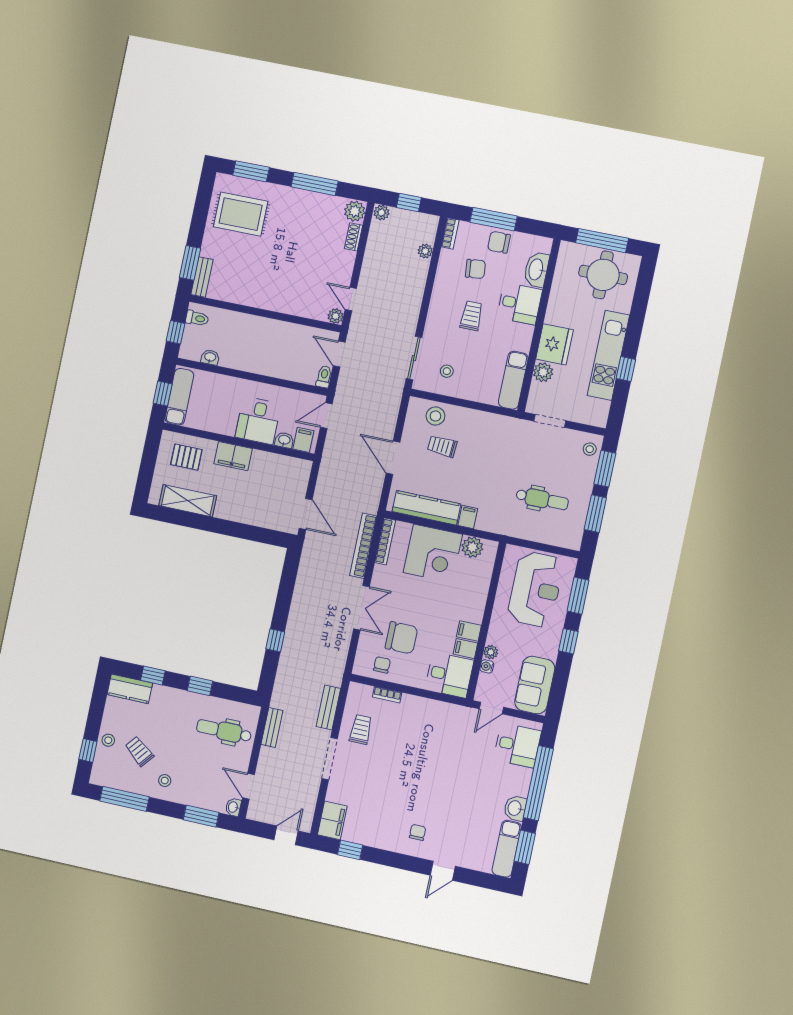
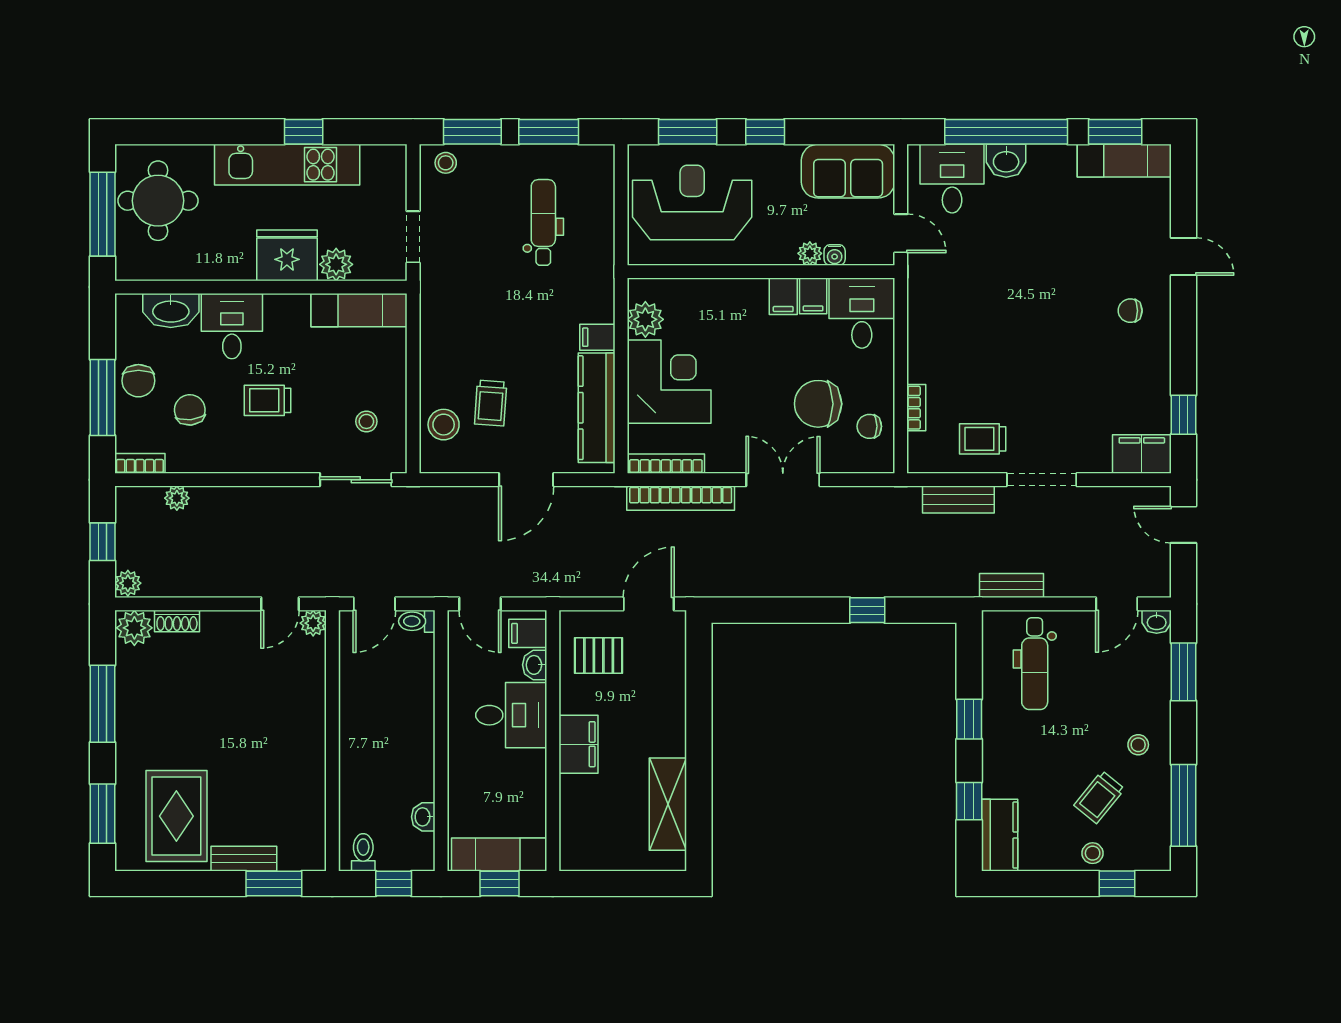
bench: (202, 277) -> (244, 859), moved
pallet: (186, 457) -> (599, 656), moved, turned 90
chair: (401, 638) -> (818, 404), turned -90
washbasin: (515, 808) -> (1006, 161), moved

